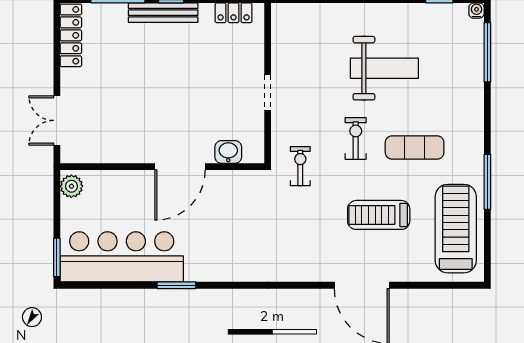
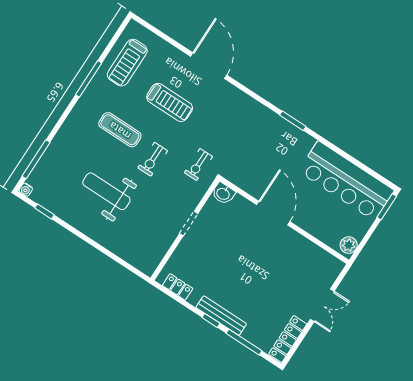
double door: (57, 120) -> (322, 305), moved
washbasin: (228, 152) -> (223, 193), moved
door: (180, 167) -> (273, 213), hinge flipped
treadmill: (456, 229) -> (127, 63), width x0.73, depth x0.73
window: (176, 285) -> (293, 121), moved

